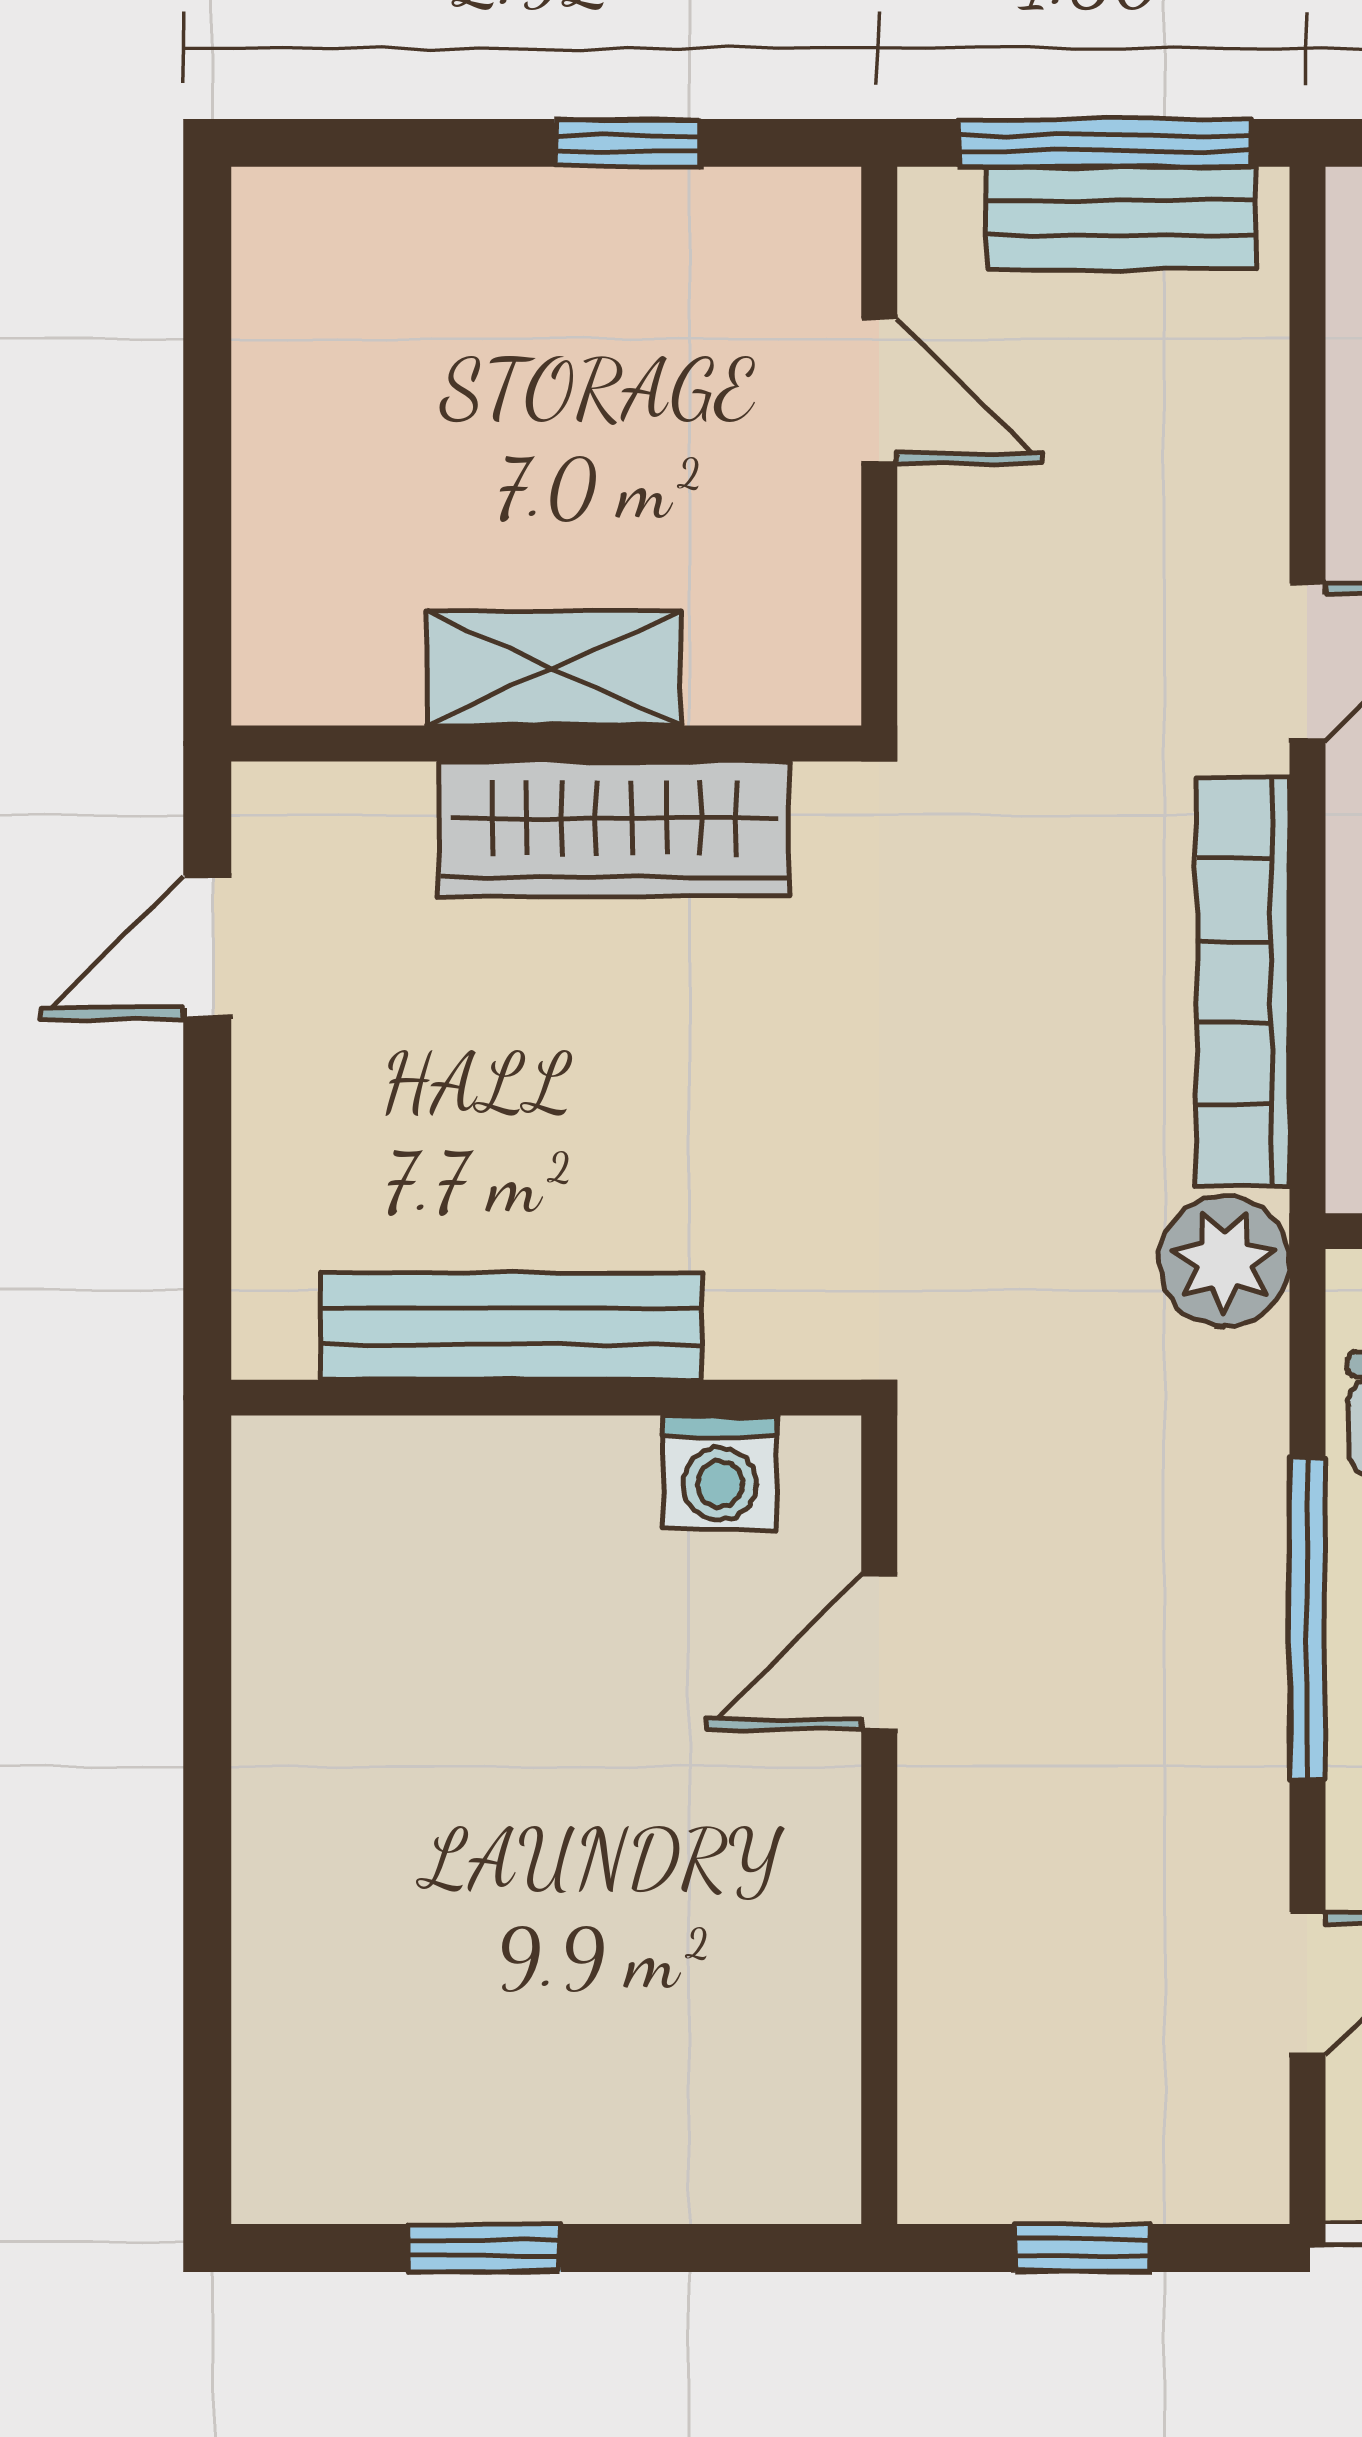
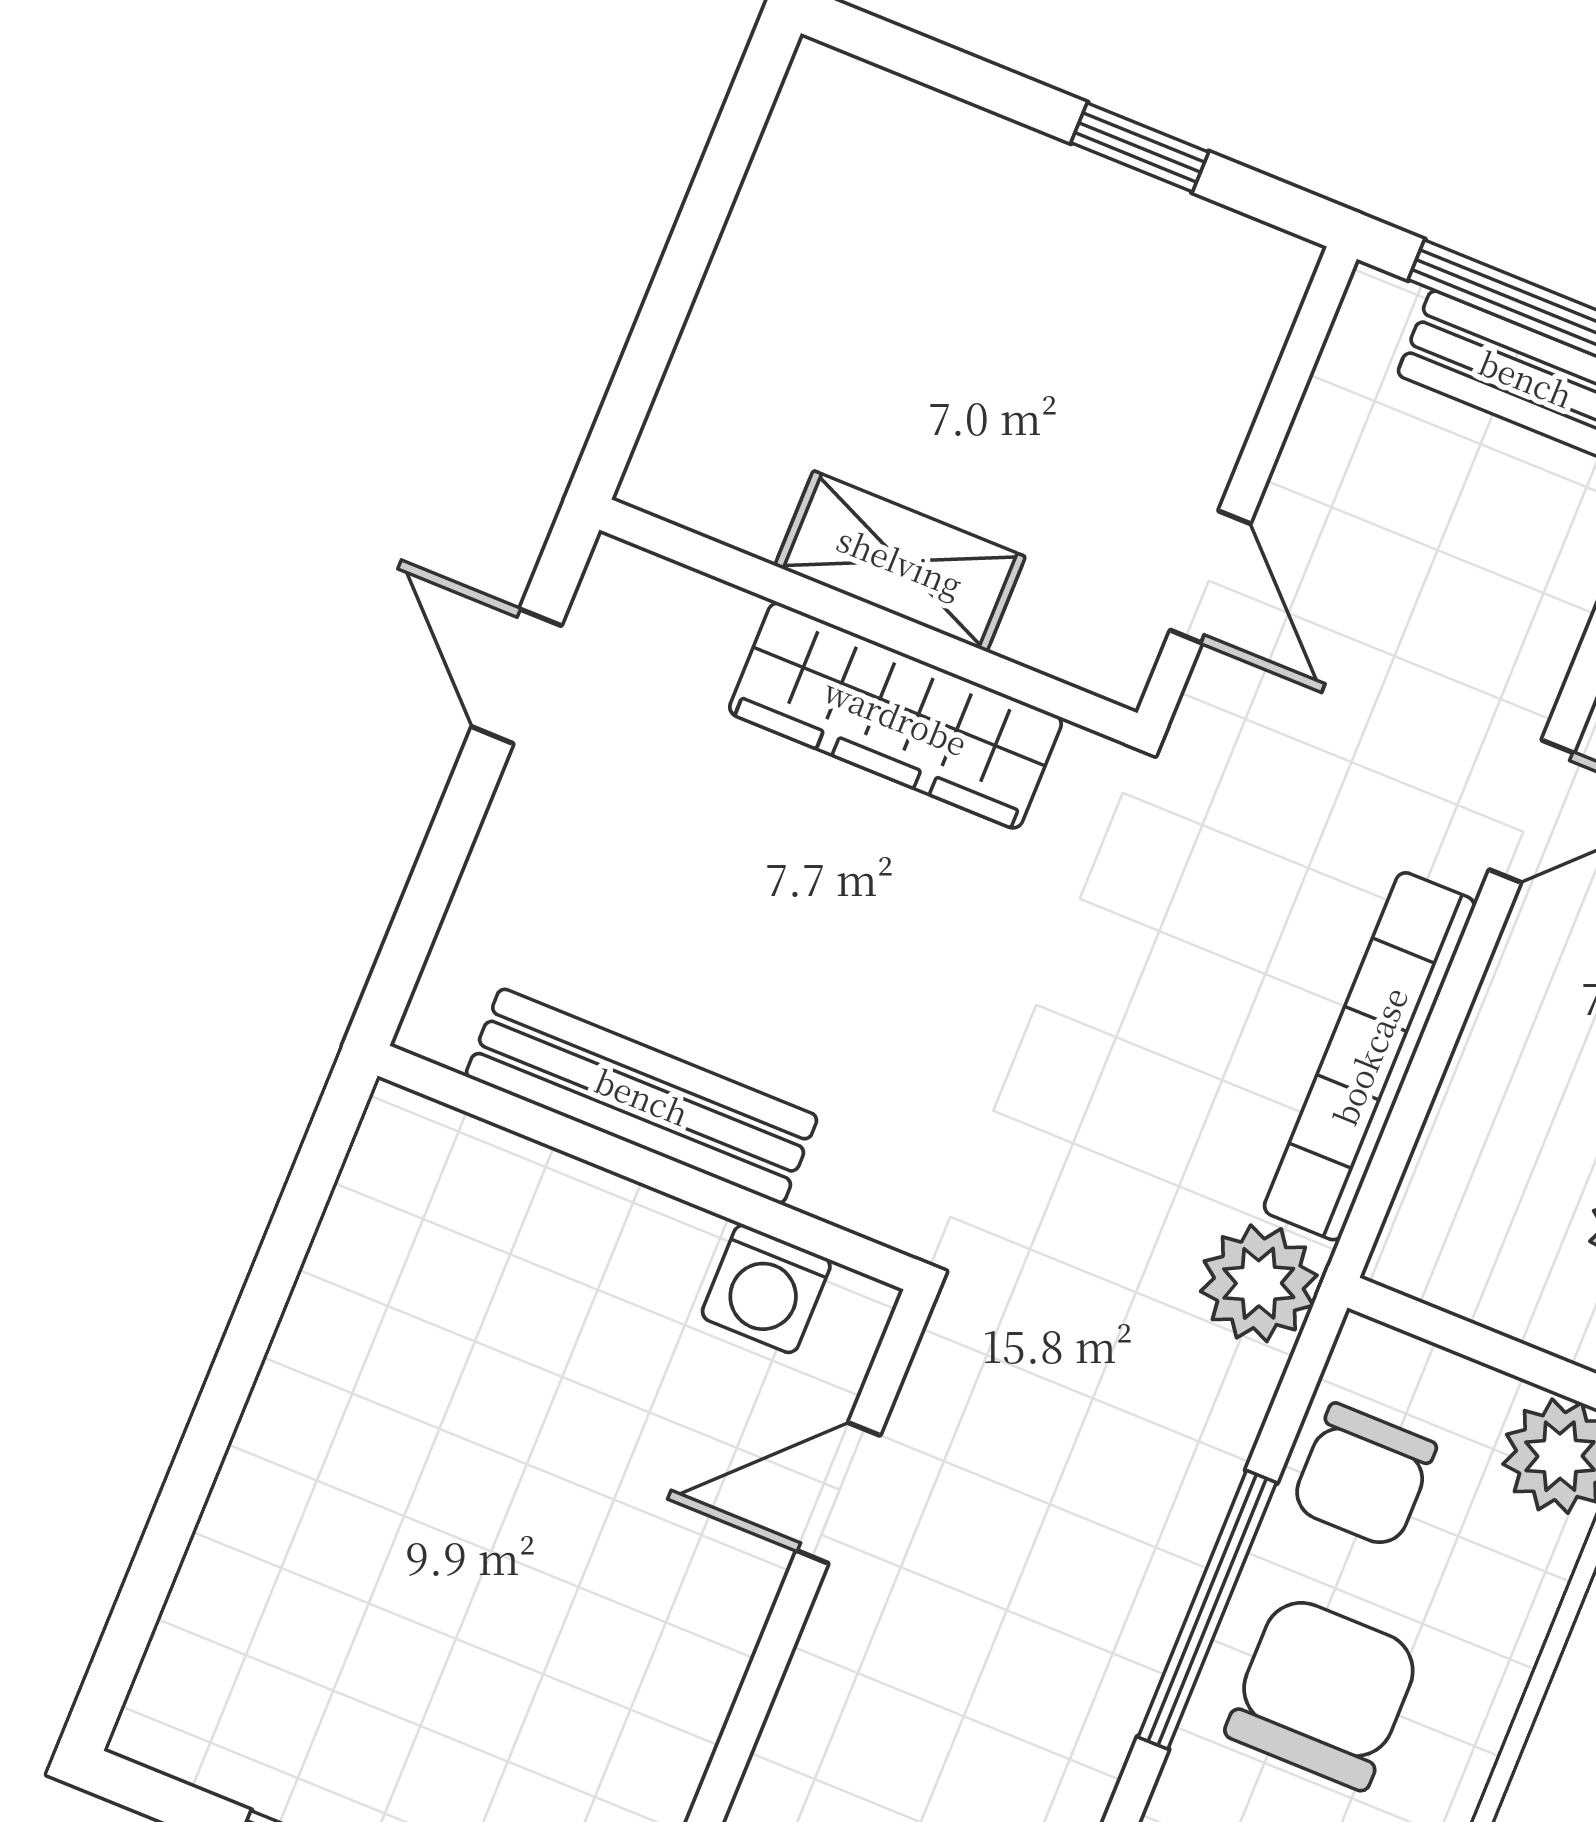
door: (879, 391) -> (1210, 577), moved
door: (207, 947) -> (516, 676), hinge flipped

